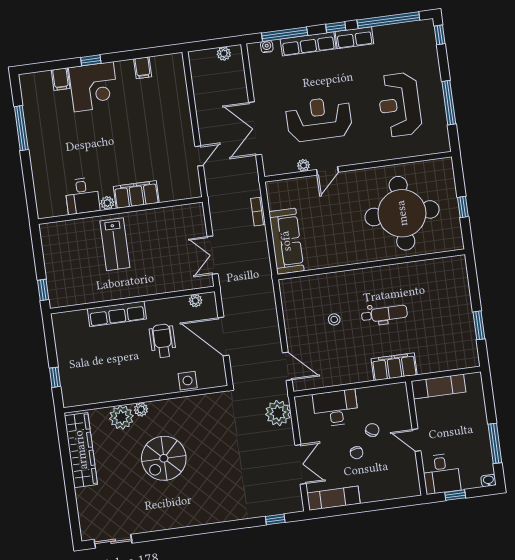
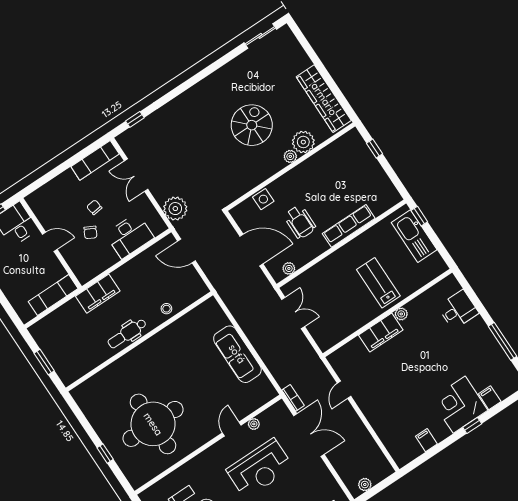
desk: (82, 196) -> (458, 310), moved, turned 90
bookcase: (258, 211) -> (293, 398), moved
wall: (371, 264) -> (139, 341), moved
kitchen sink: (58, 273) -> (414, 236), added

